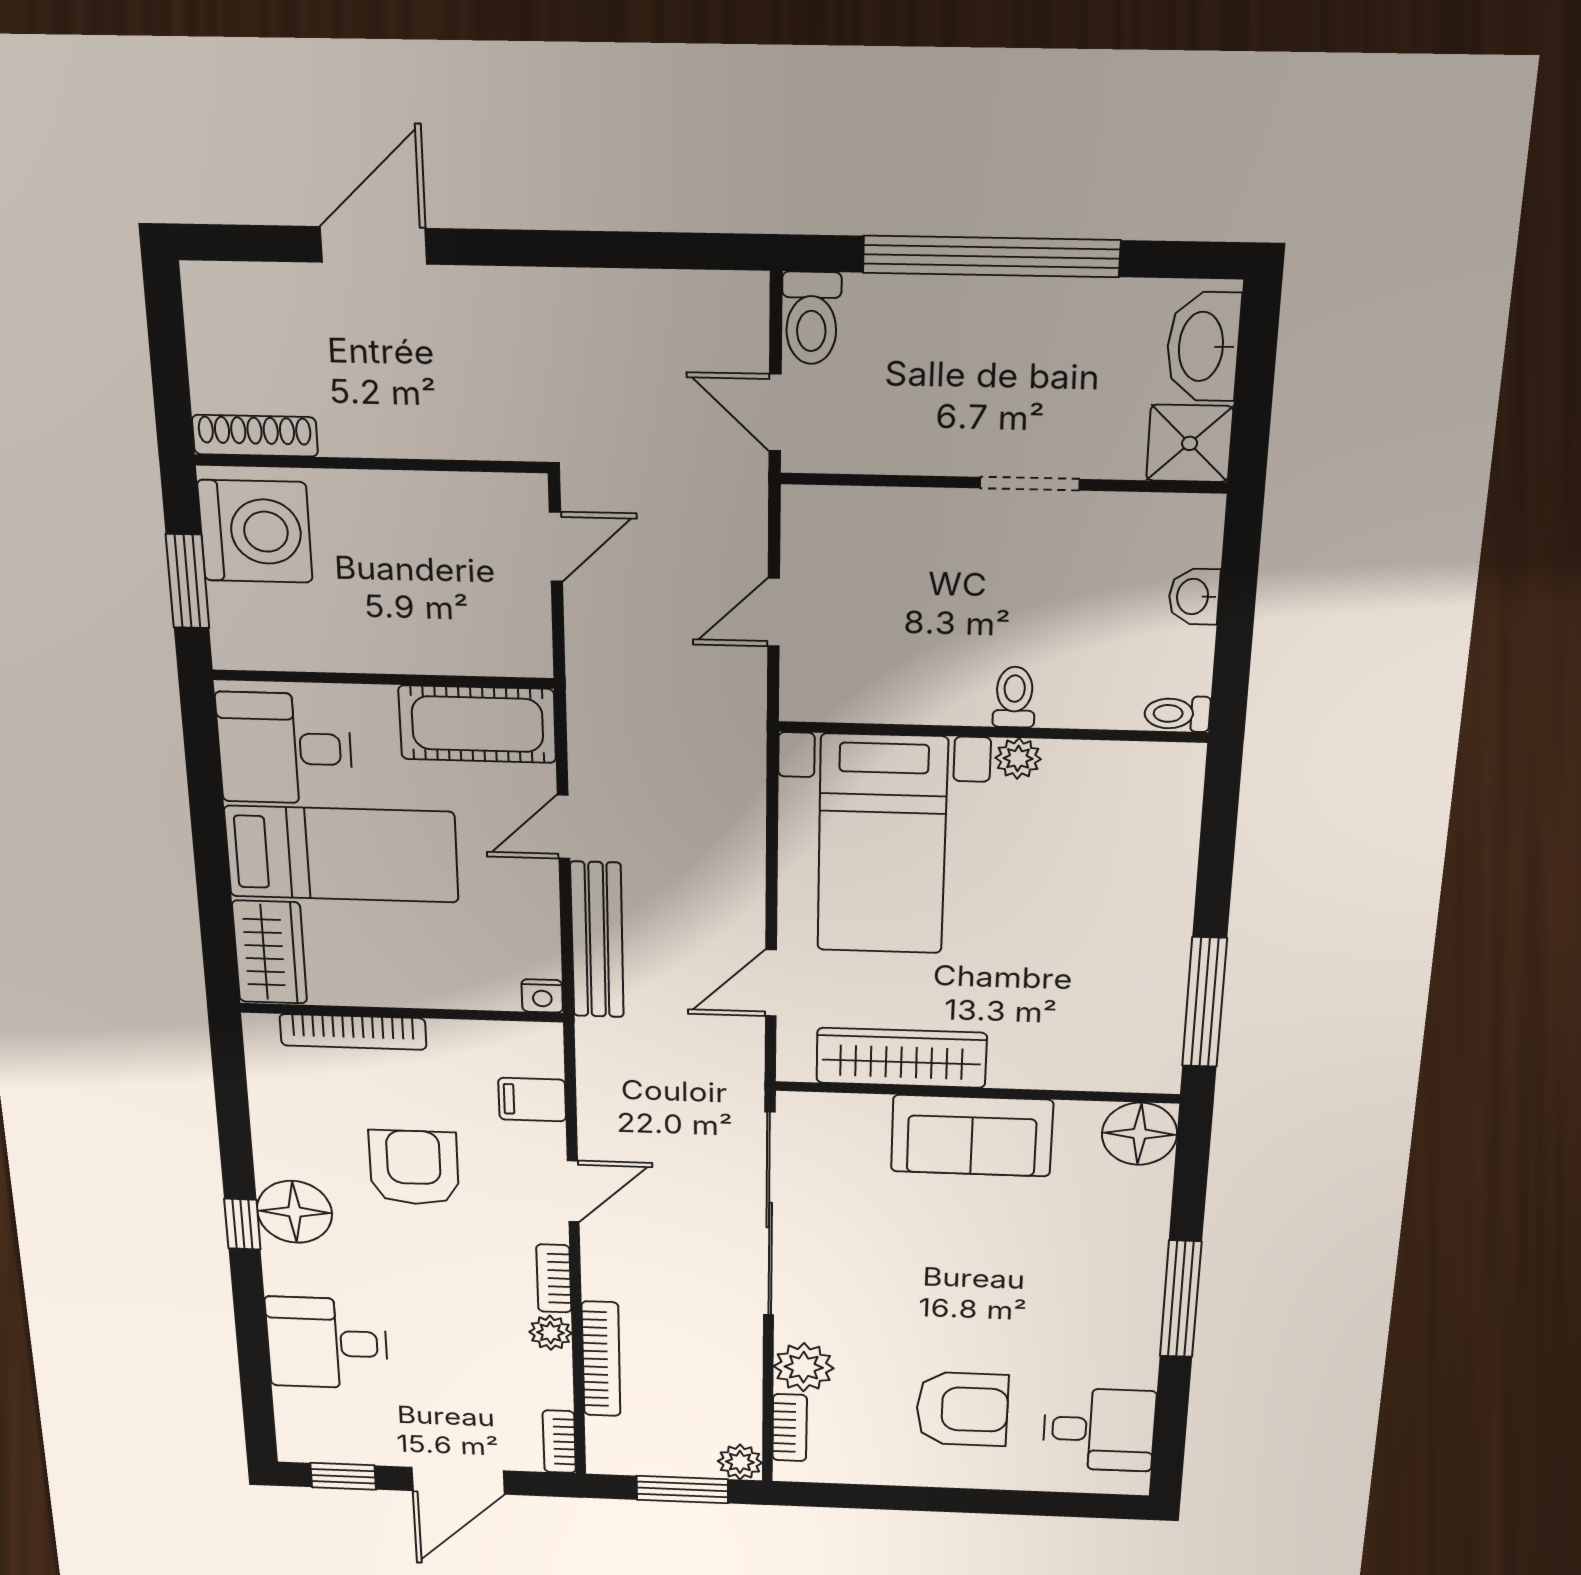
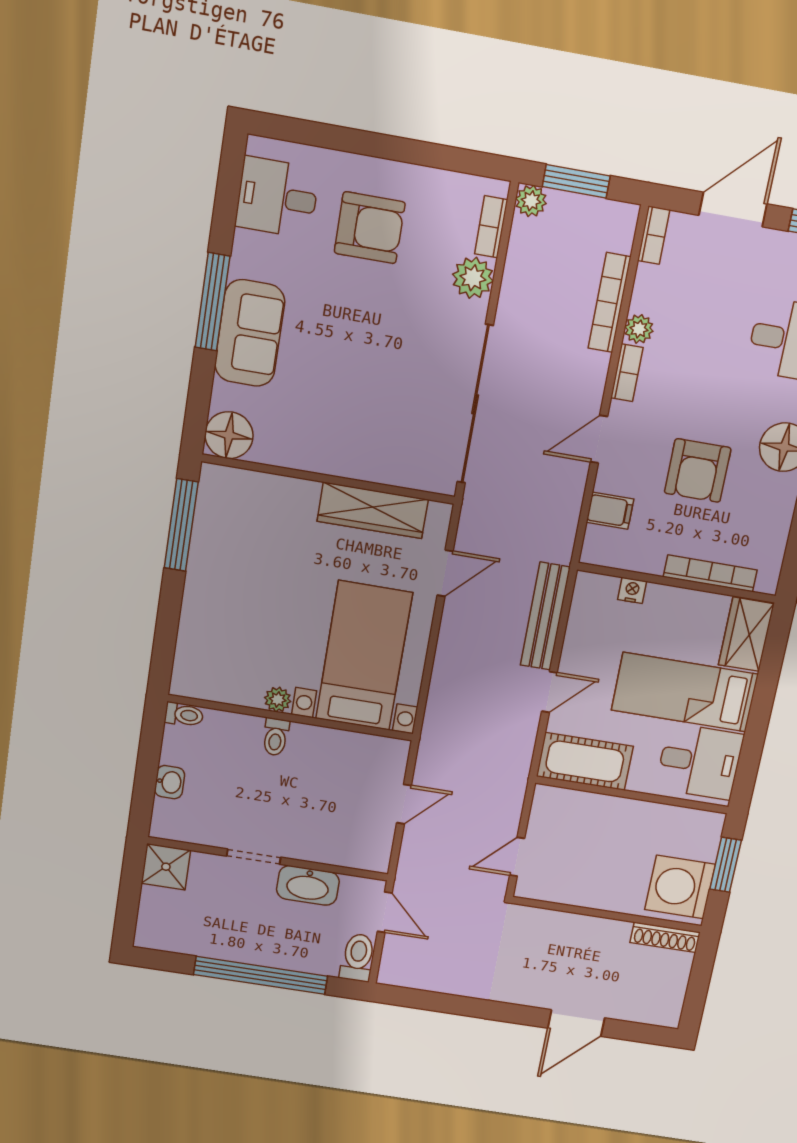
washbasin: (1203, 347) -> (308, 885), moved, turned 90
nightstand: (542, 996) -> (632, 590), moved
sofa: (972, 1136) -> (250, 333), moved, turned 90
armchair: (962, 1409) -> (370, 228), turned 180

